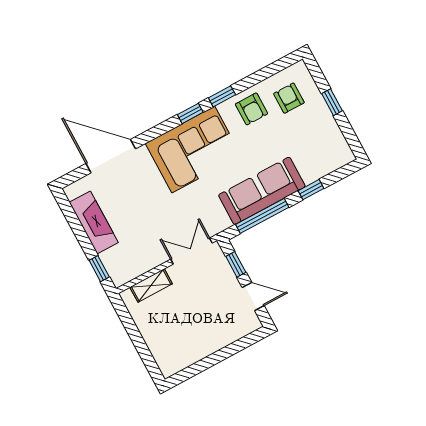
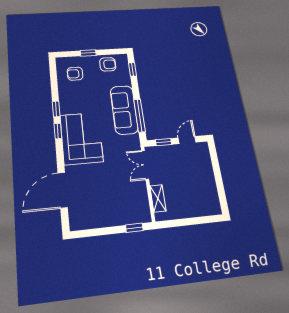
armchair: (252, 109) -> (108, 64), moved
window: (311, 190) -> (133, 69), moved
fireplace: (94, 222) -> (102, 219), removed

